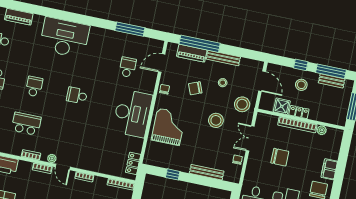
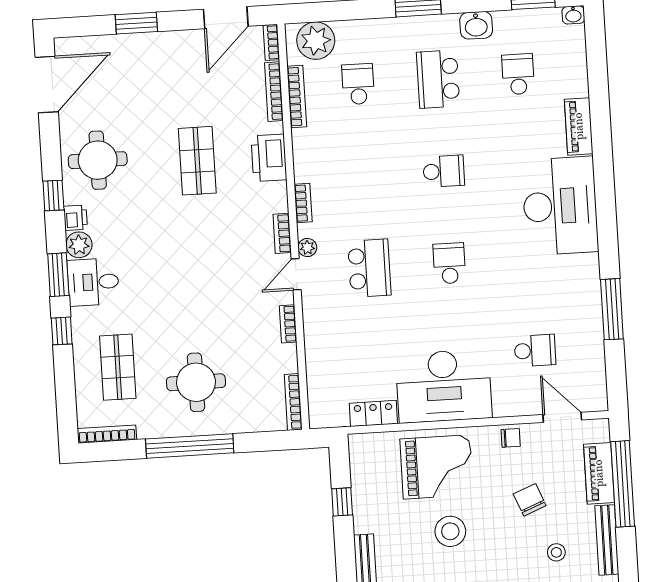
piano: (19, 17) -> (579, 126), moved
window: (130, 29) -> (612, 309), moved
stool: (216, 120) -> (450, 531), moved
school desk: (26, 124) -> (369, 268), moved
locker: (133, 163) -> (373, 413), moved

